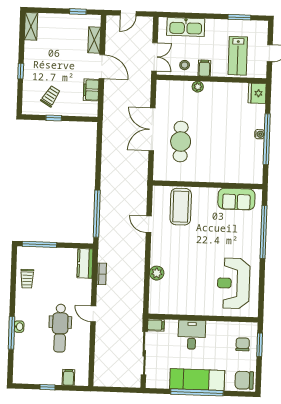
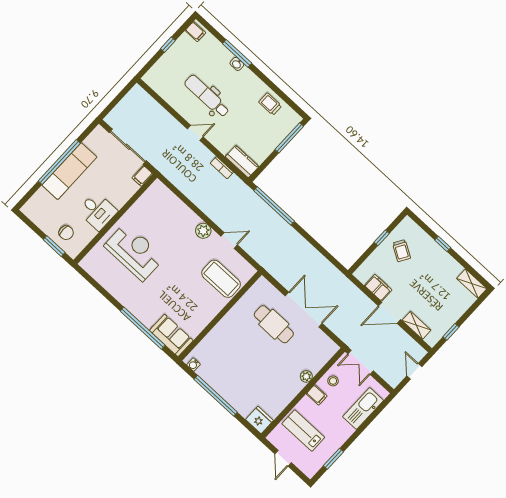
water cooler: (260, 134) -> (193, 365), moved
sofa: (236, 199) -> (171, 335), moved, turned 90
plant: (157, 273) -> (203, 231), moved
reception desk: (233, 283) -> (134, 252), moved
desk: (192, 335) -> (97, 211), moved
filing cabinet: (68, 377) -> (195, 32), moved
chair: (244, 380) -> (36, 209), removed

